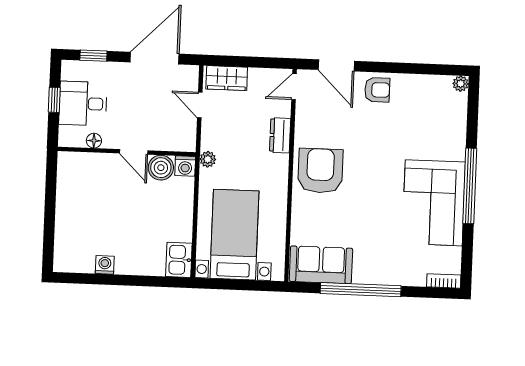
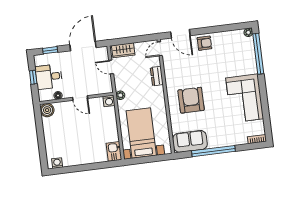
boiler: (161, 168) -> (47, 110), moved
armchair: (320, 171) -> (191, 100), moved
window: (470, 186) -> (258, 54), moved
washing machine: (105, 265) -> (57, 163), moved

